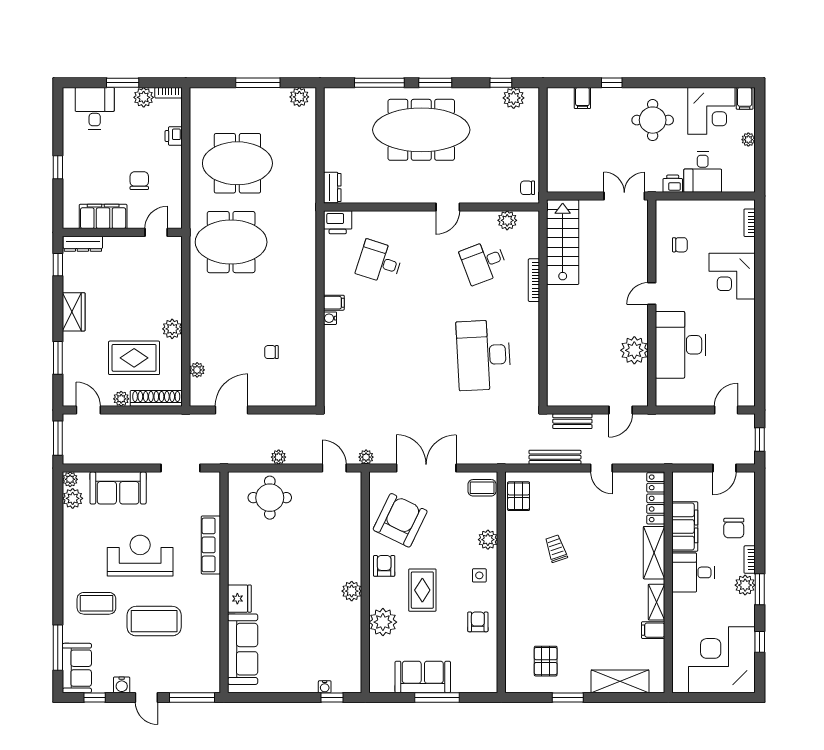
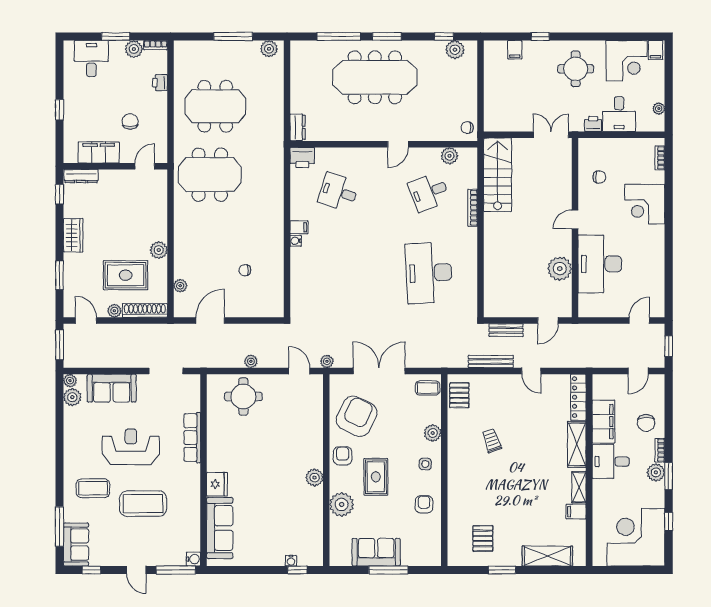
plant: (748, 140) -> (659, 109), moved
water cooler: (122, 685) -> (193, 559), moved, turned -90

